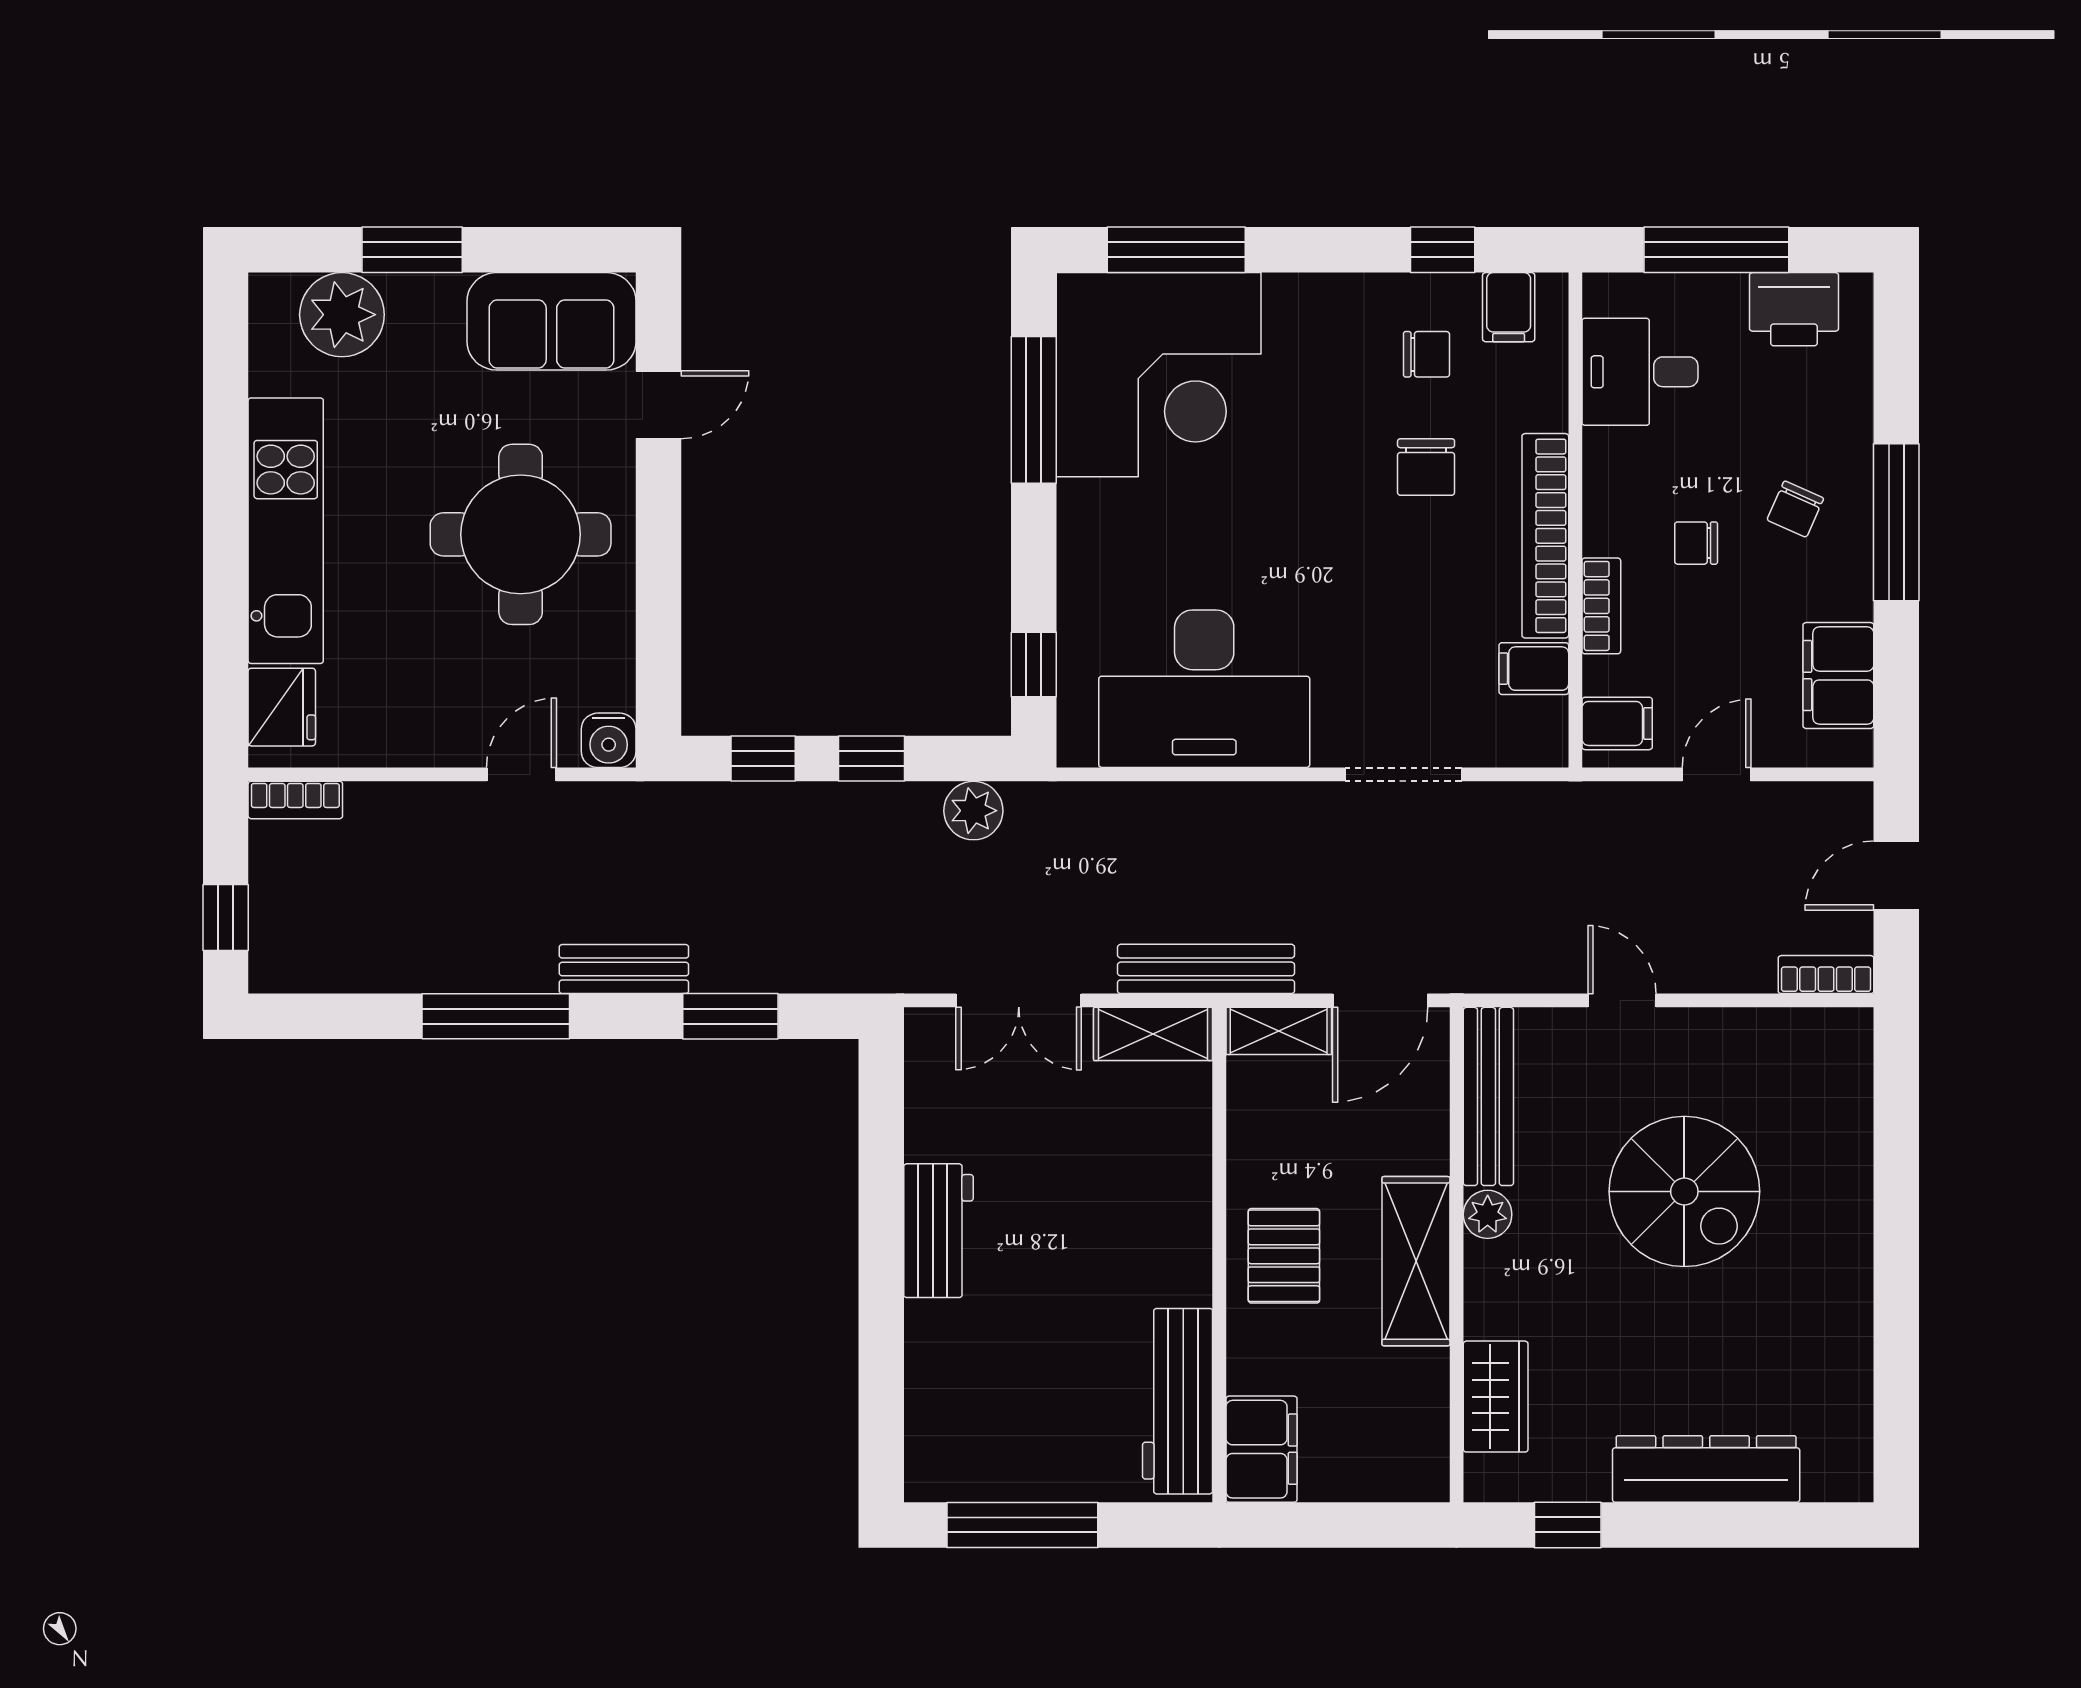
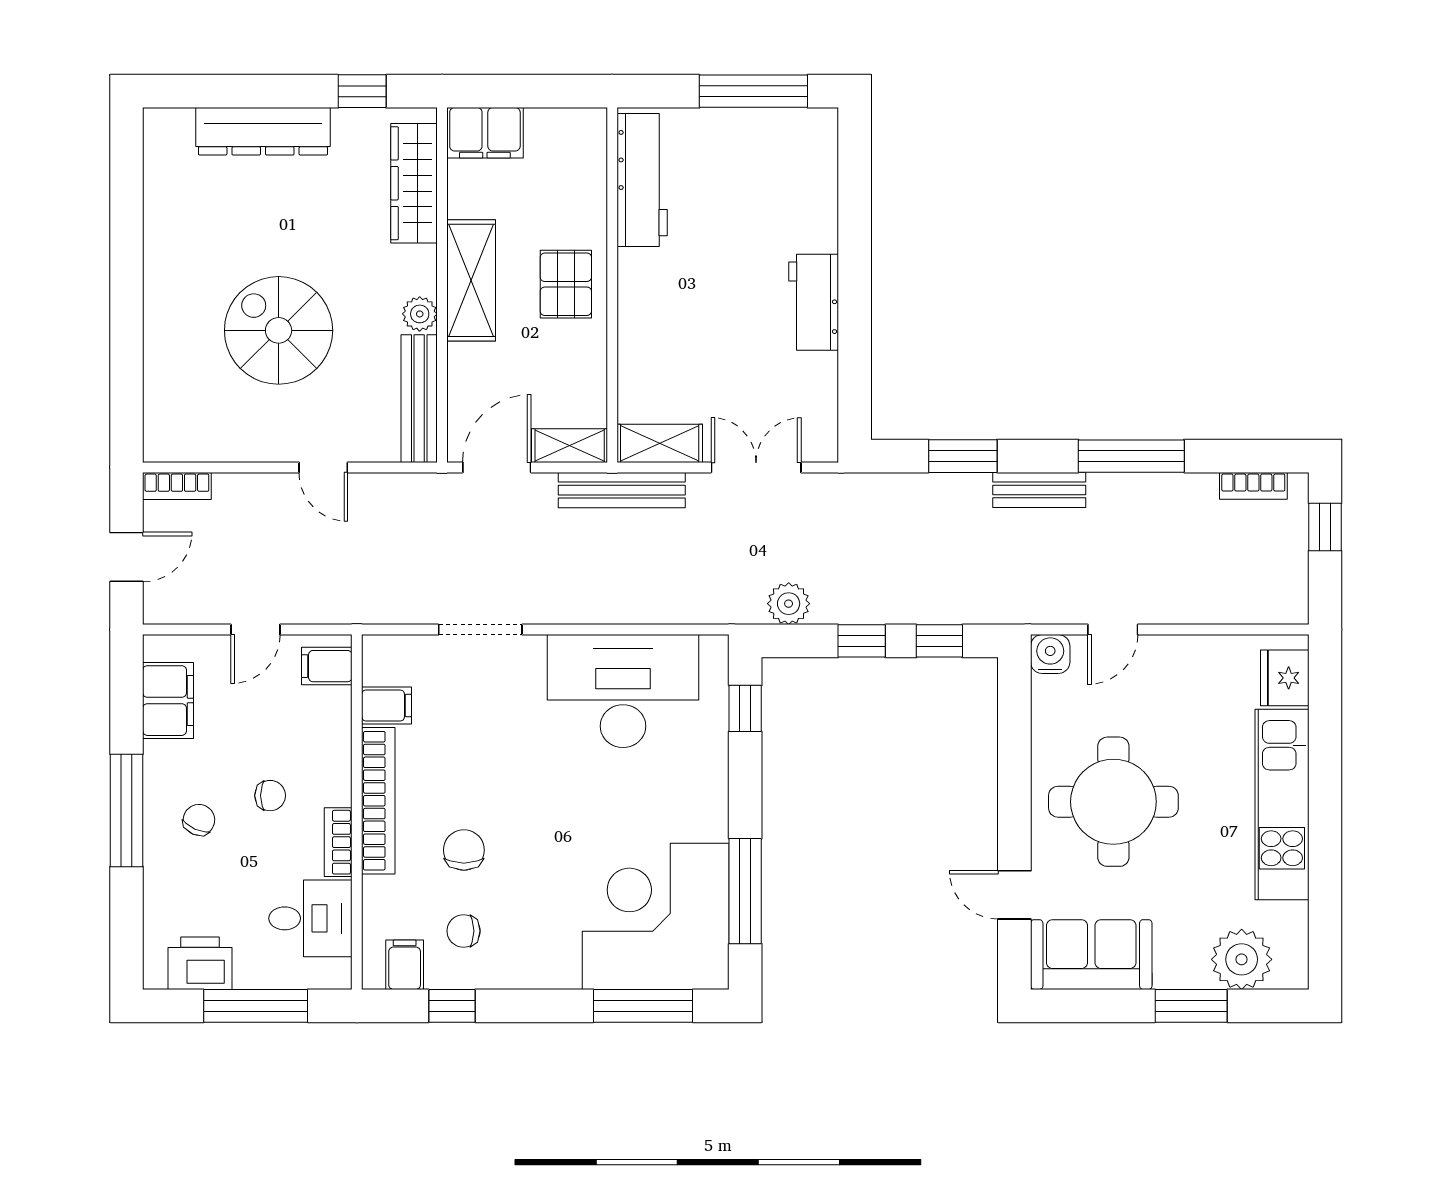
door: (659, 405) -> (1014, 895), hinge flipped
bookcase: (1601, 606) -> (338, 842), moved
bookcase: (295, 800) -> (1253, 486), moved, turned 180
wardrobe: (1496, 1397) -> (414, 183), width x1.50
filing cabinet: (1261, 1449) -> (485, 133), moved, turned -90

